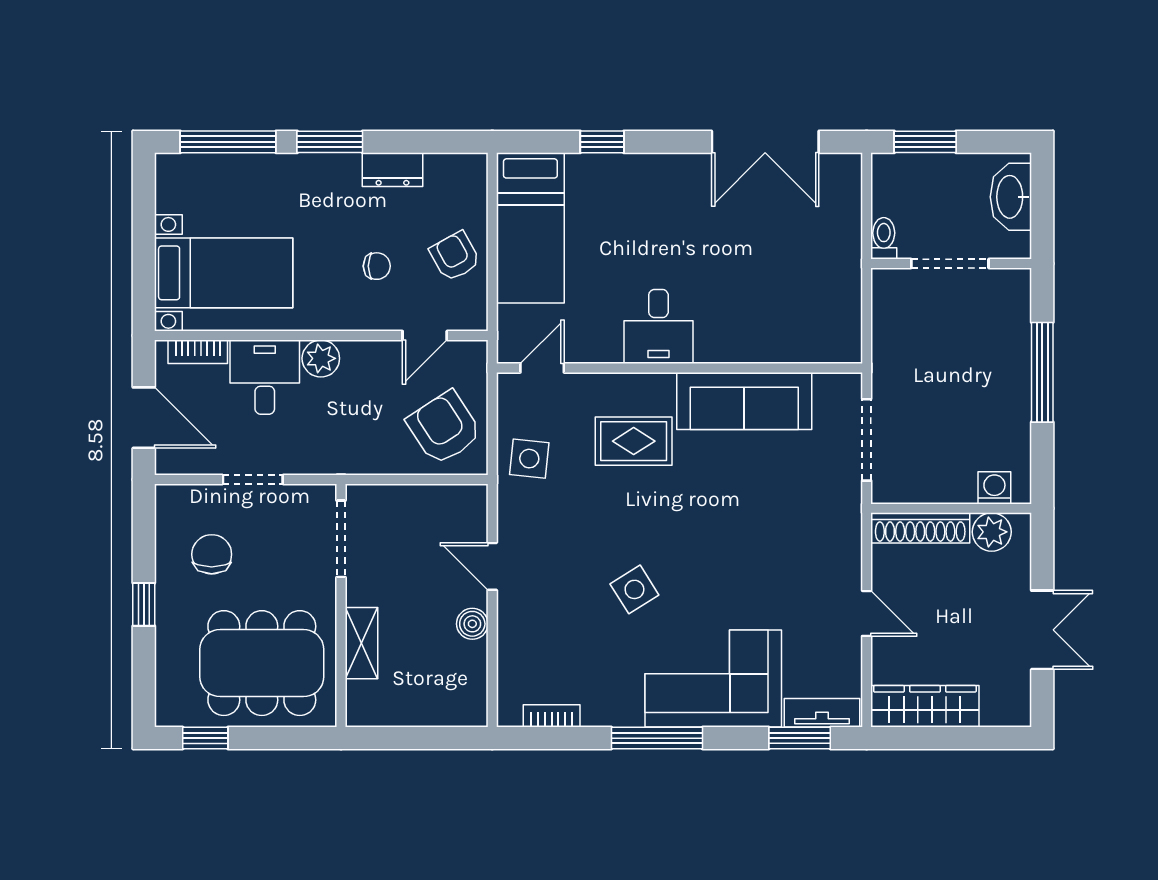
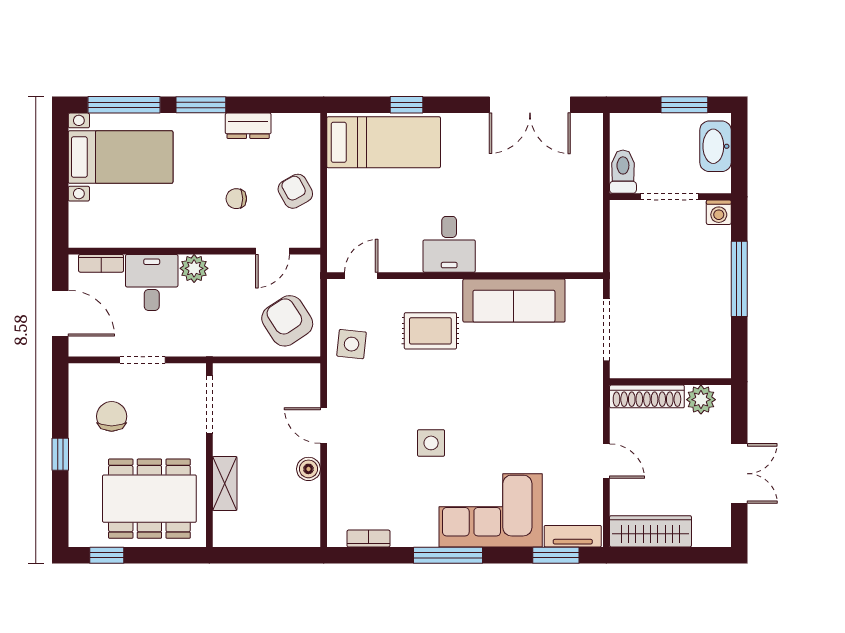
window: (925, 142) -> (684, 105), moved
bed: (530, 228) -> (384, 142), moved, turned -90
toilet: (884, 238) -> (623, 172), width x1.37, depth x1.39
chair: (377, 266) -> (236, 199), turned 180
bed with nightstands: (224, 273) -> (121, 157), moved
washing machine: (994, 488) -> (719, 212), moved, turned 180
side table: (634, 589) -> (431, 443), turned 32

